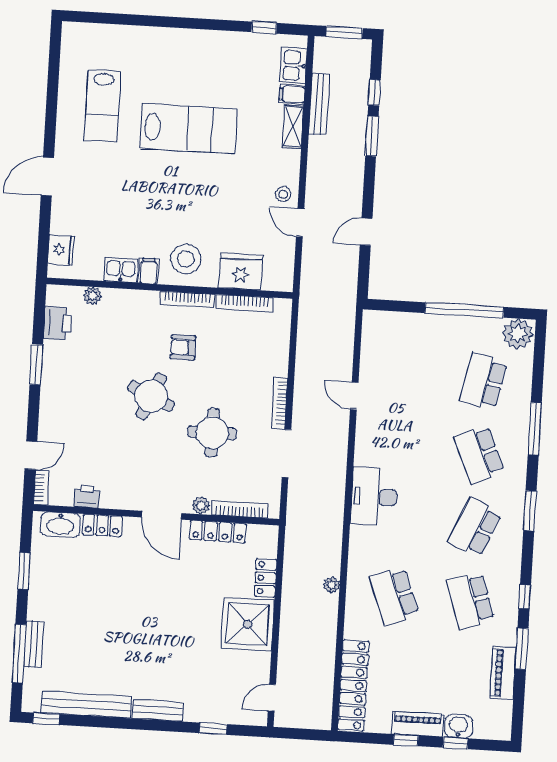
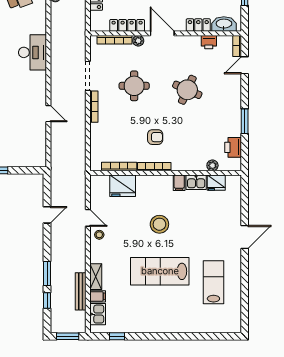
fridge: (61, 250) -> (216, 183), moved, turned -90
stool: (186, 259) -> (159, 224), moved
round table: (151, 396) -> (187, 90), moved

